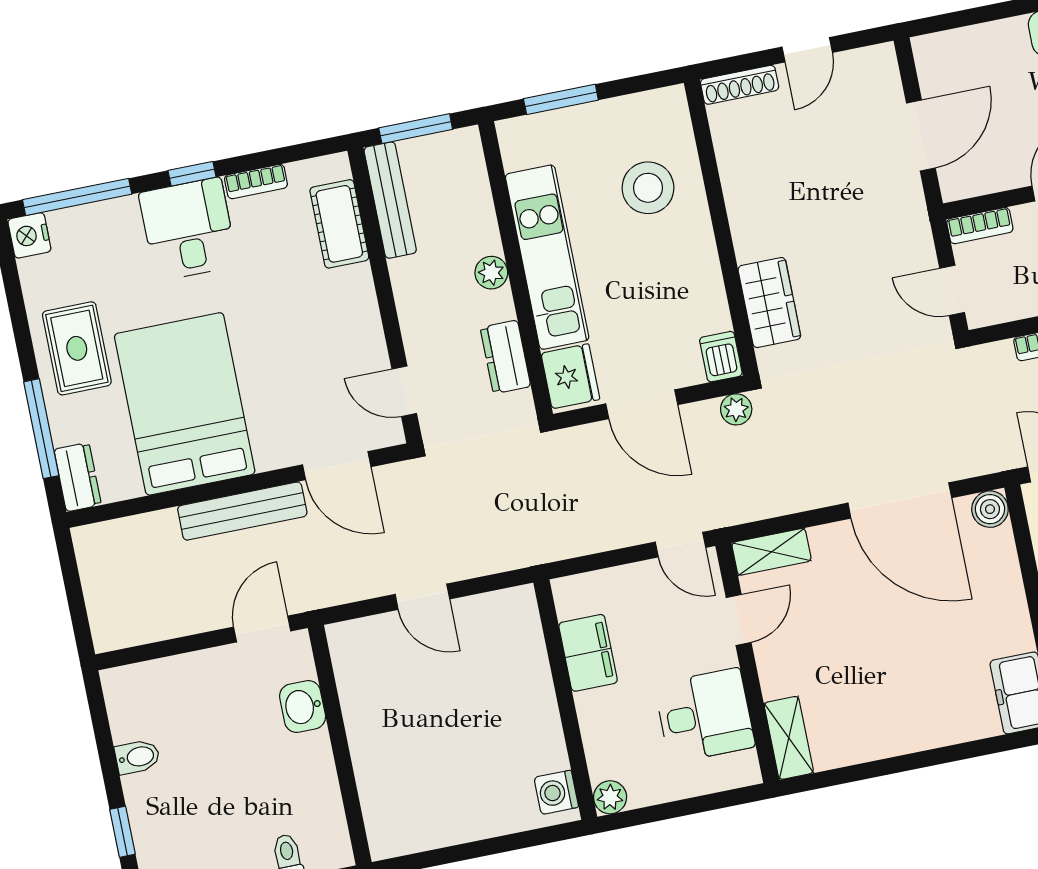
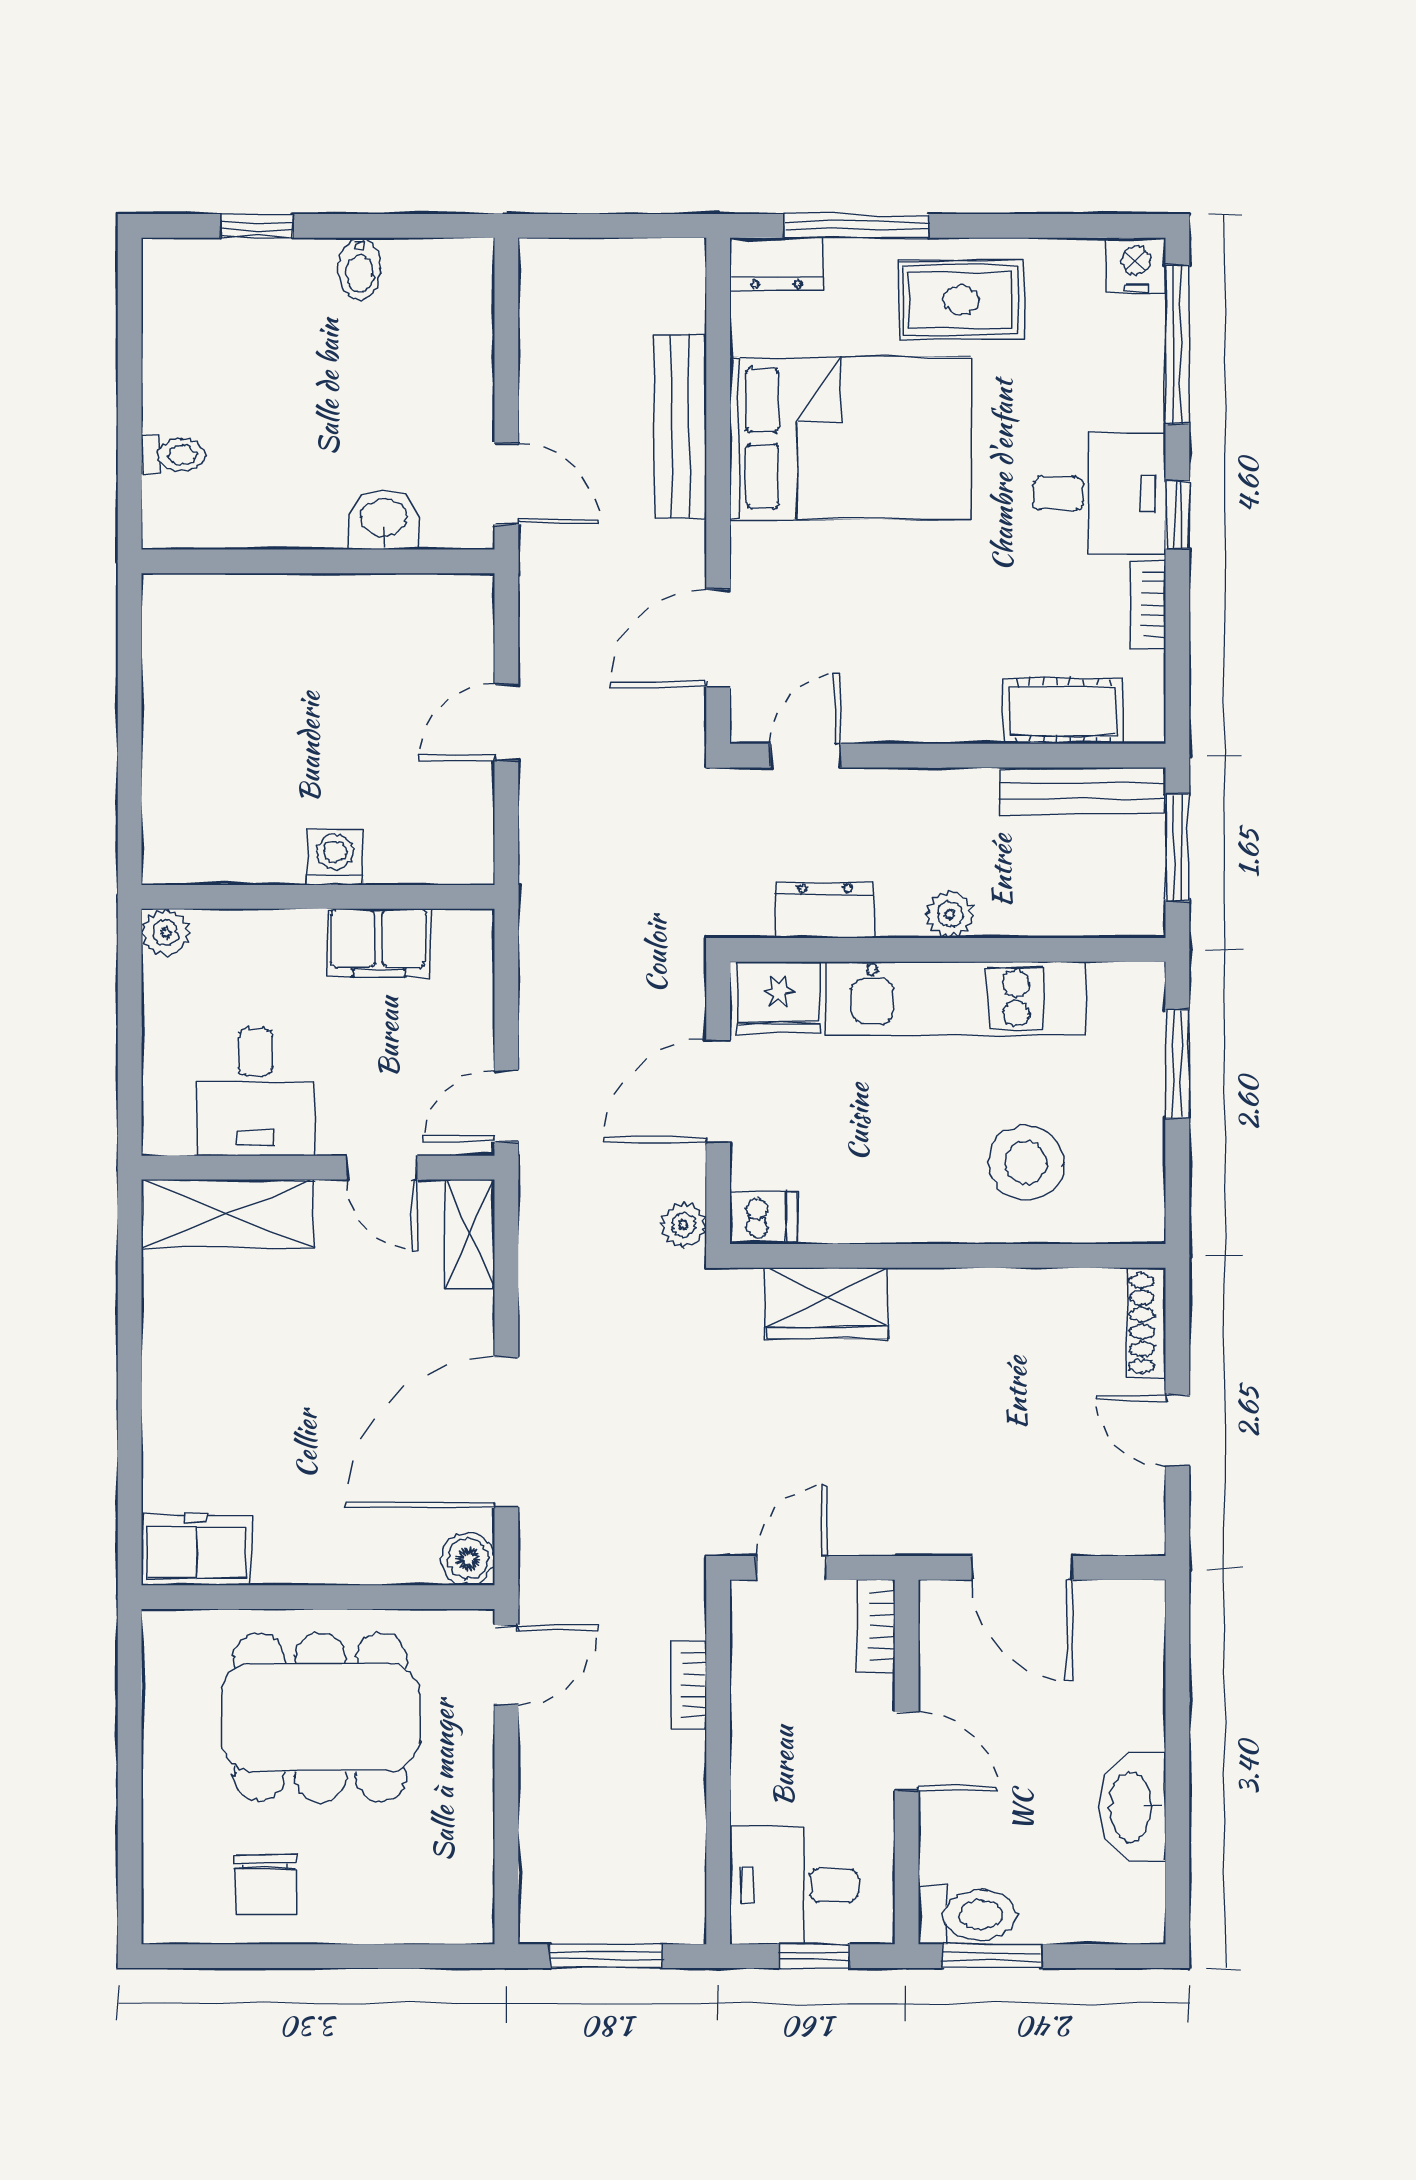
bench: (242, 511) -> (681, 426), moved
shelving: (789, 738) -> (228, 1214), width x1.50, depth x1.33
washing machine: (556, 792) -> (335, 857), moved

